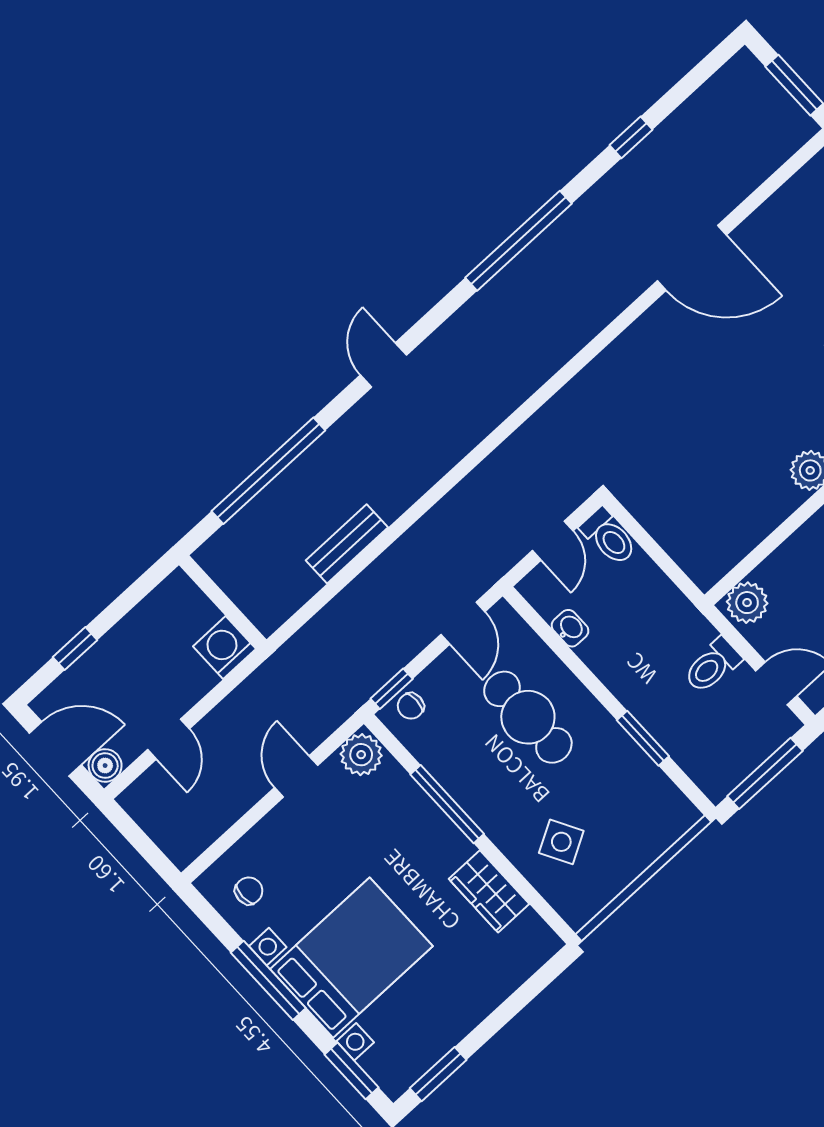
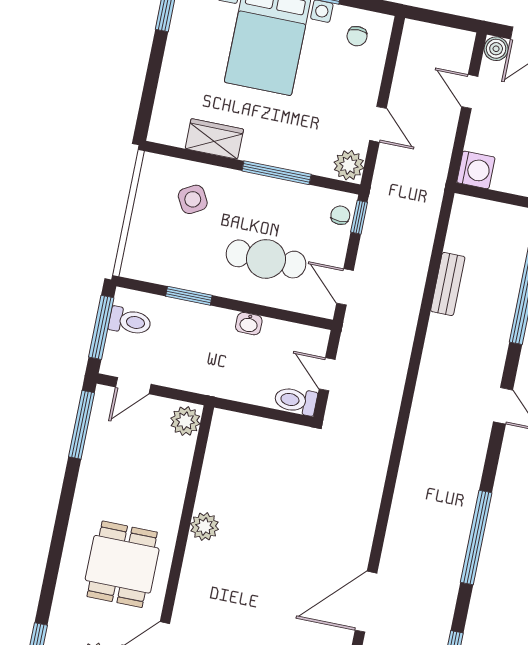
washbasin: (570, 628) -> (249, 324), moved
toilet: (712, 666) -> (130, 321), moved, turned 90

